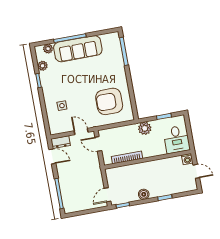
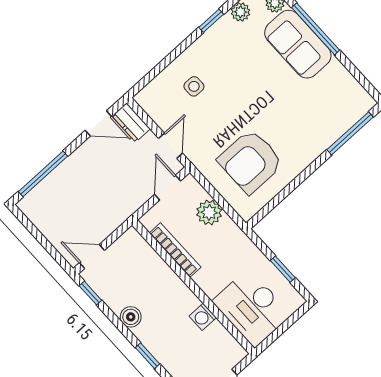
sofa: (78, 49) -> (298, 44), width x0.73
armchair: (109, 101) -> (250, 161), turned -90
plant: (145, 128) -> (209, 212), moved
desk: (177, 139) -> (252, 308), width x1.37
door: (52, 156) -> (98, 123), hinge flipped
washing machine: (187, 159) -> (203, 317), moved

